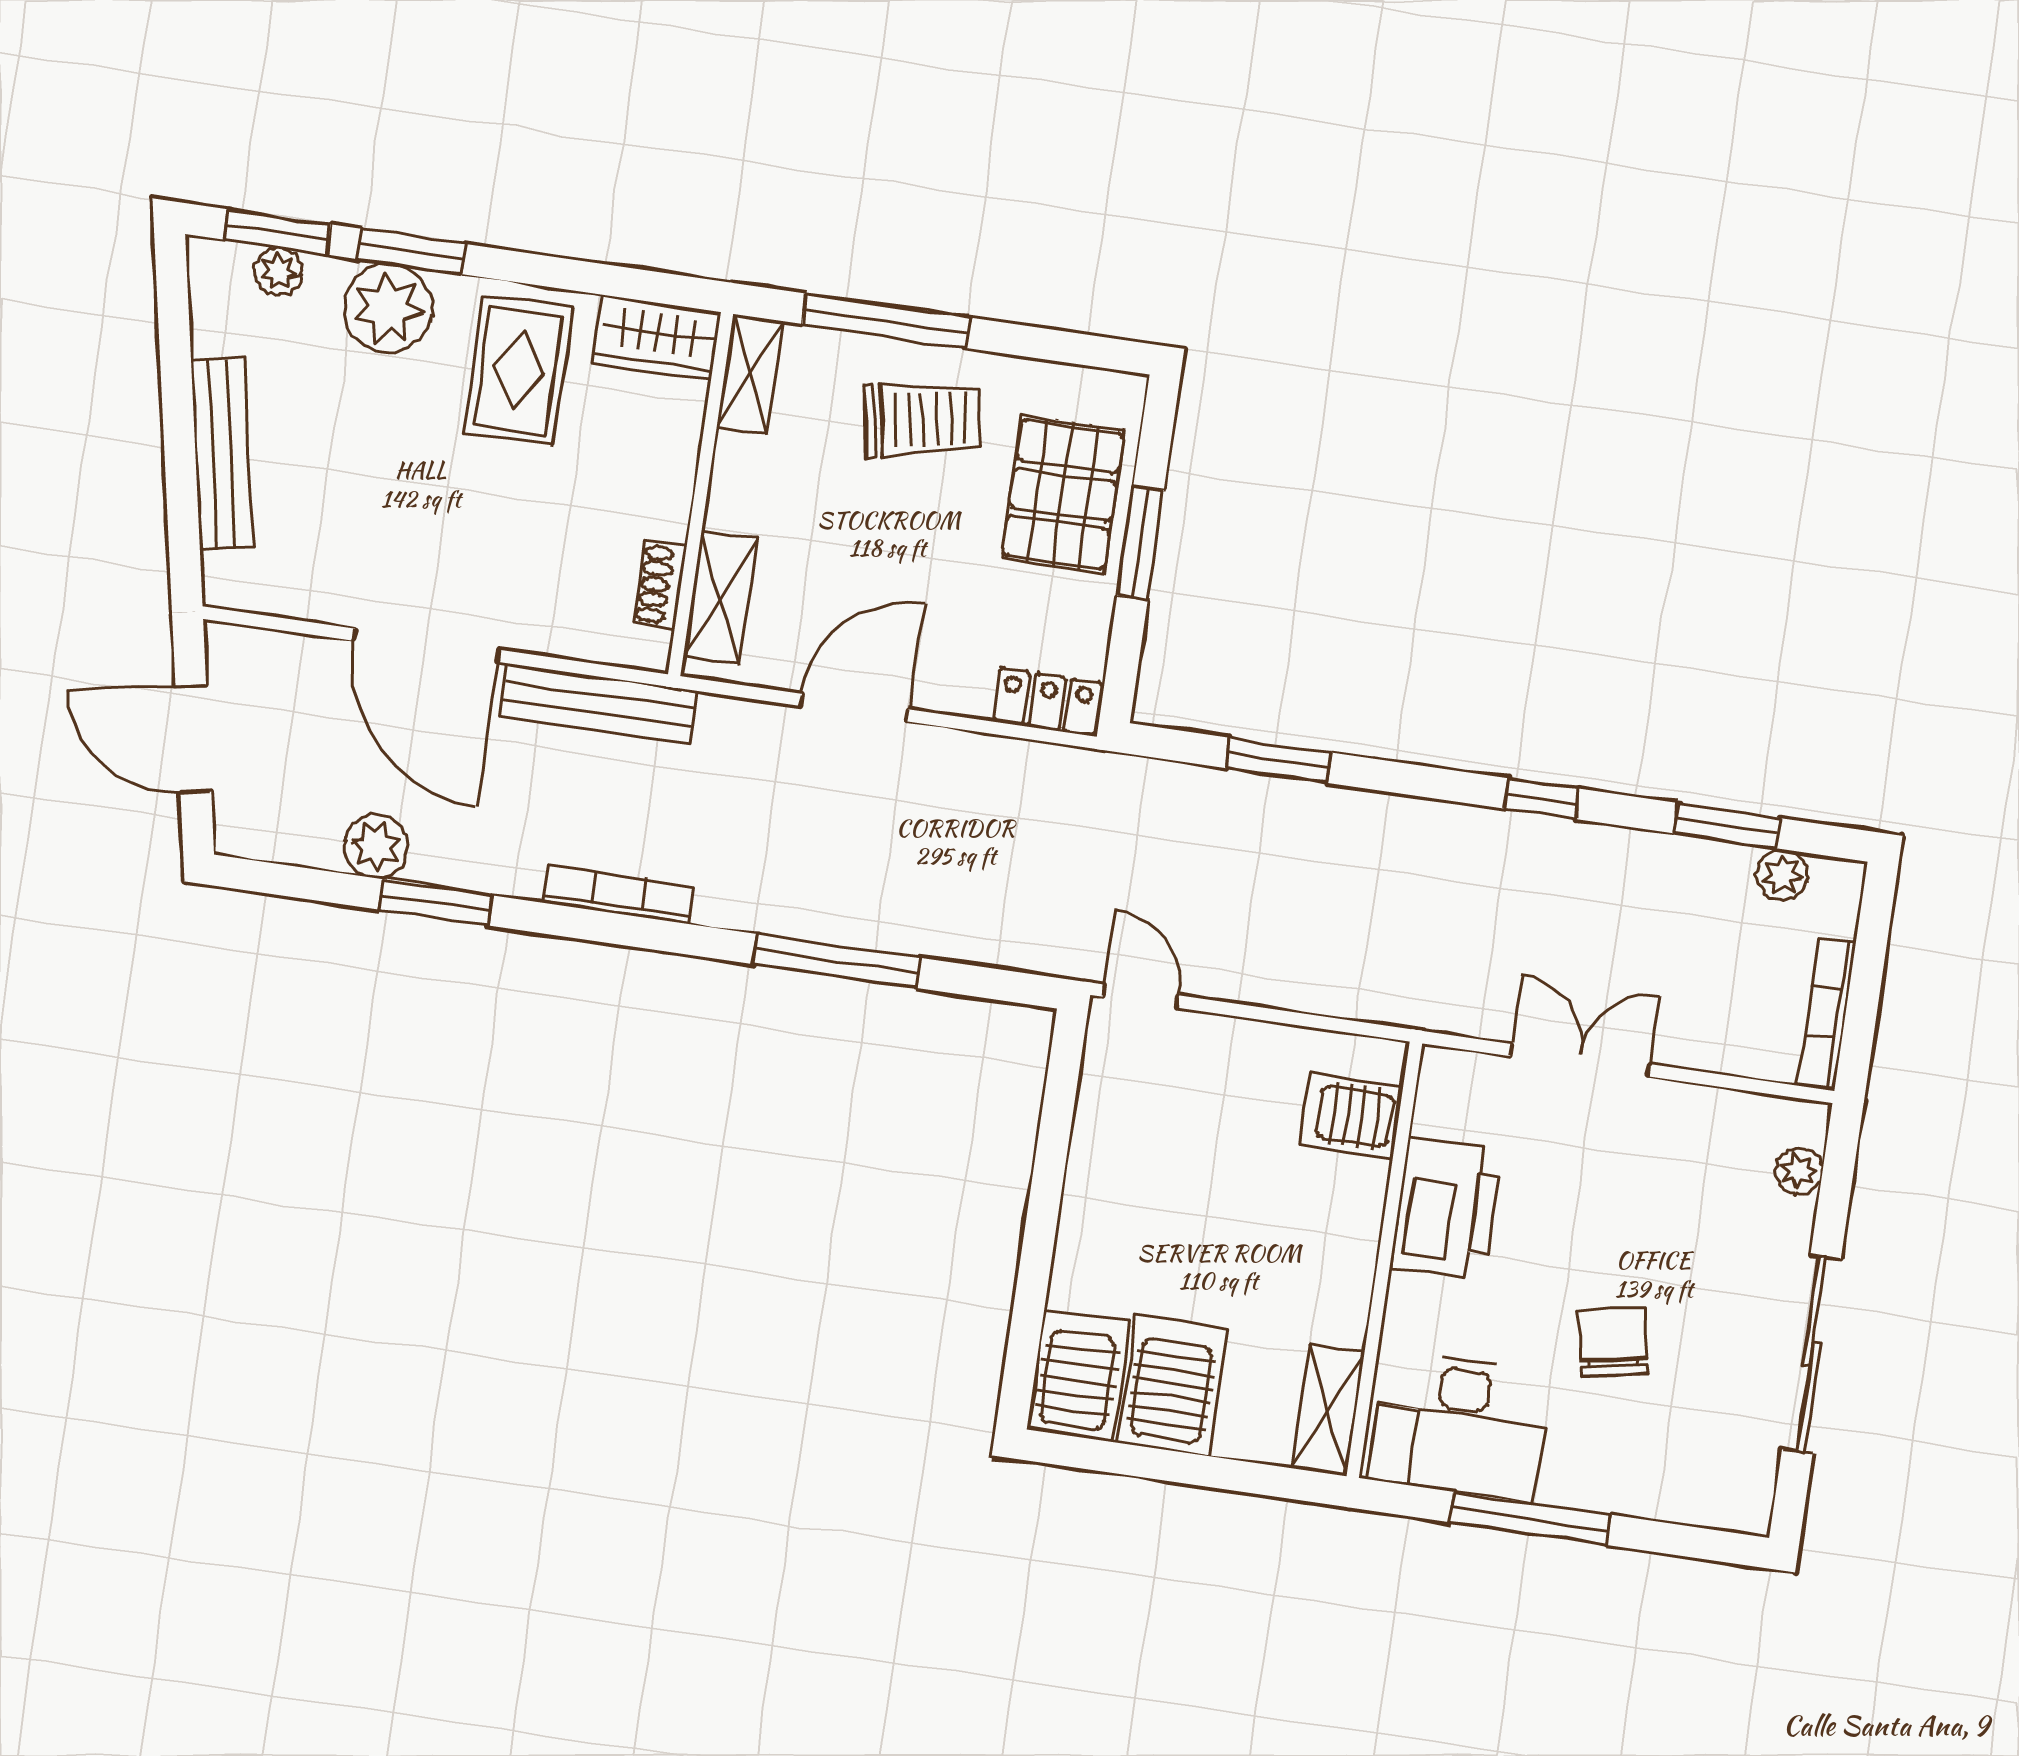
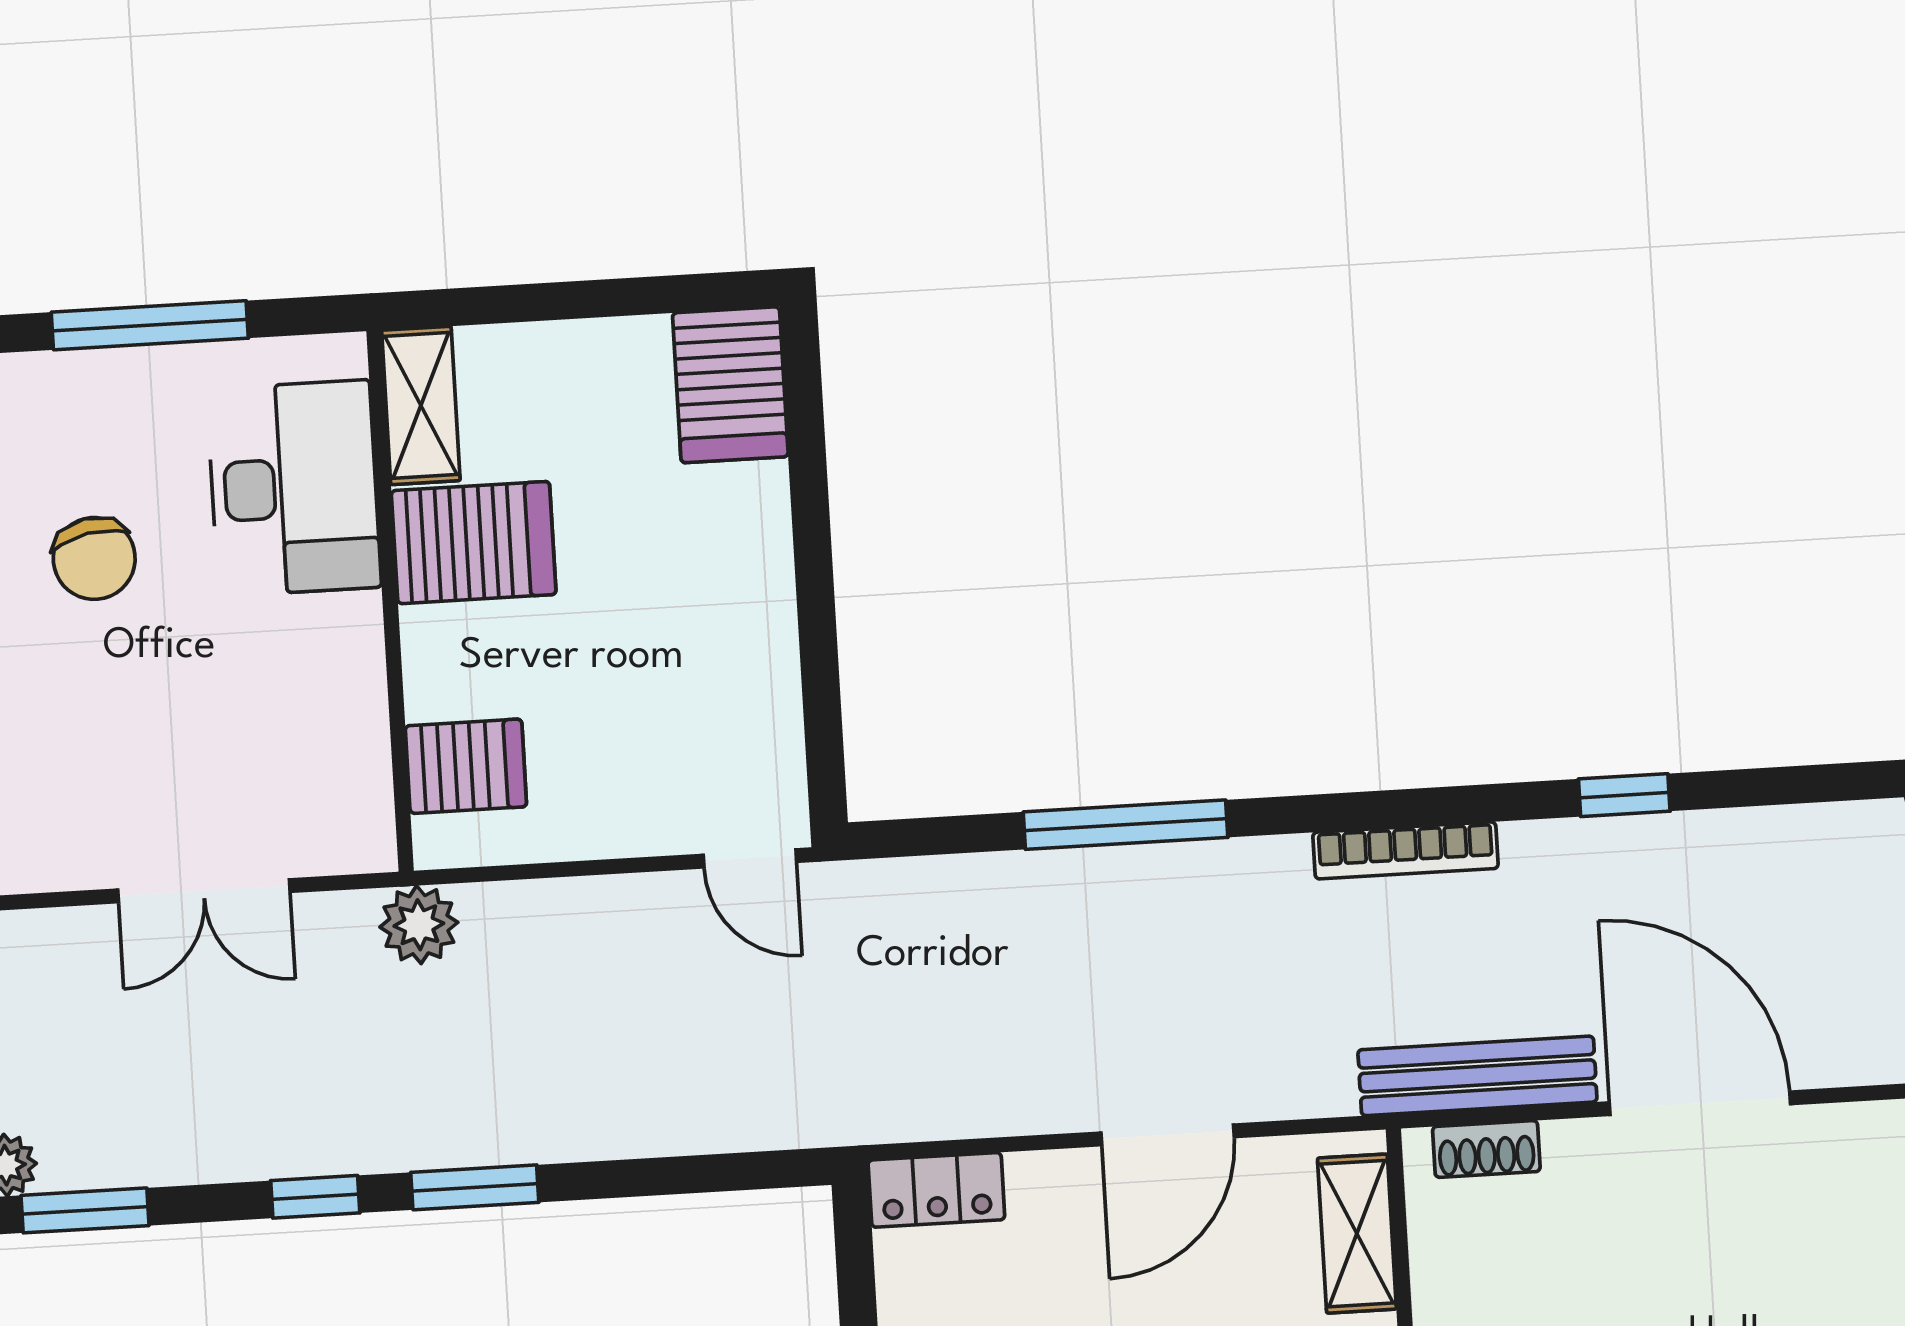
shoe rack: (660, 585) -> (1486, 1149), moved, turned 90
window: (1279, 760) -> (475, 1187), moved
plant: (376, 846) -> (419, 925), moved
window: (436, 902) -> (1624, 795), width x0.67
printer: (1446, 1209) -> (328, 678), removed
server rack: (1172, 1386) -> (474, 543), moved, turned -90
desk: (1460, 1426) -> (294, 488), moved, turned 90

